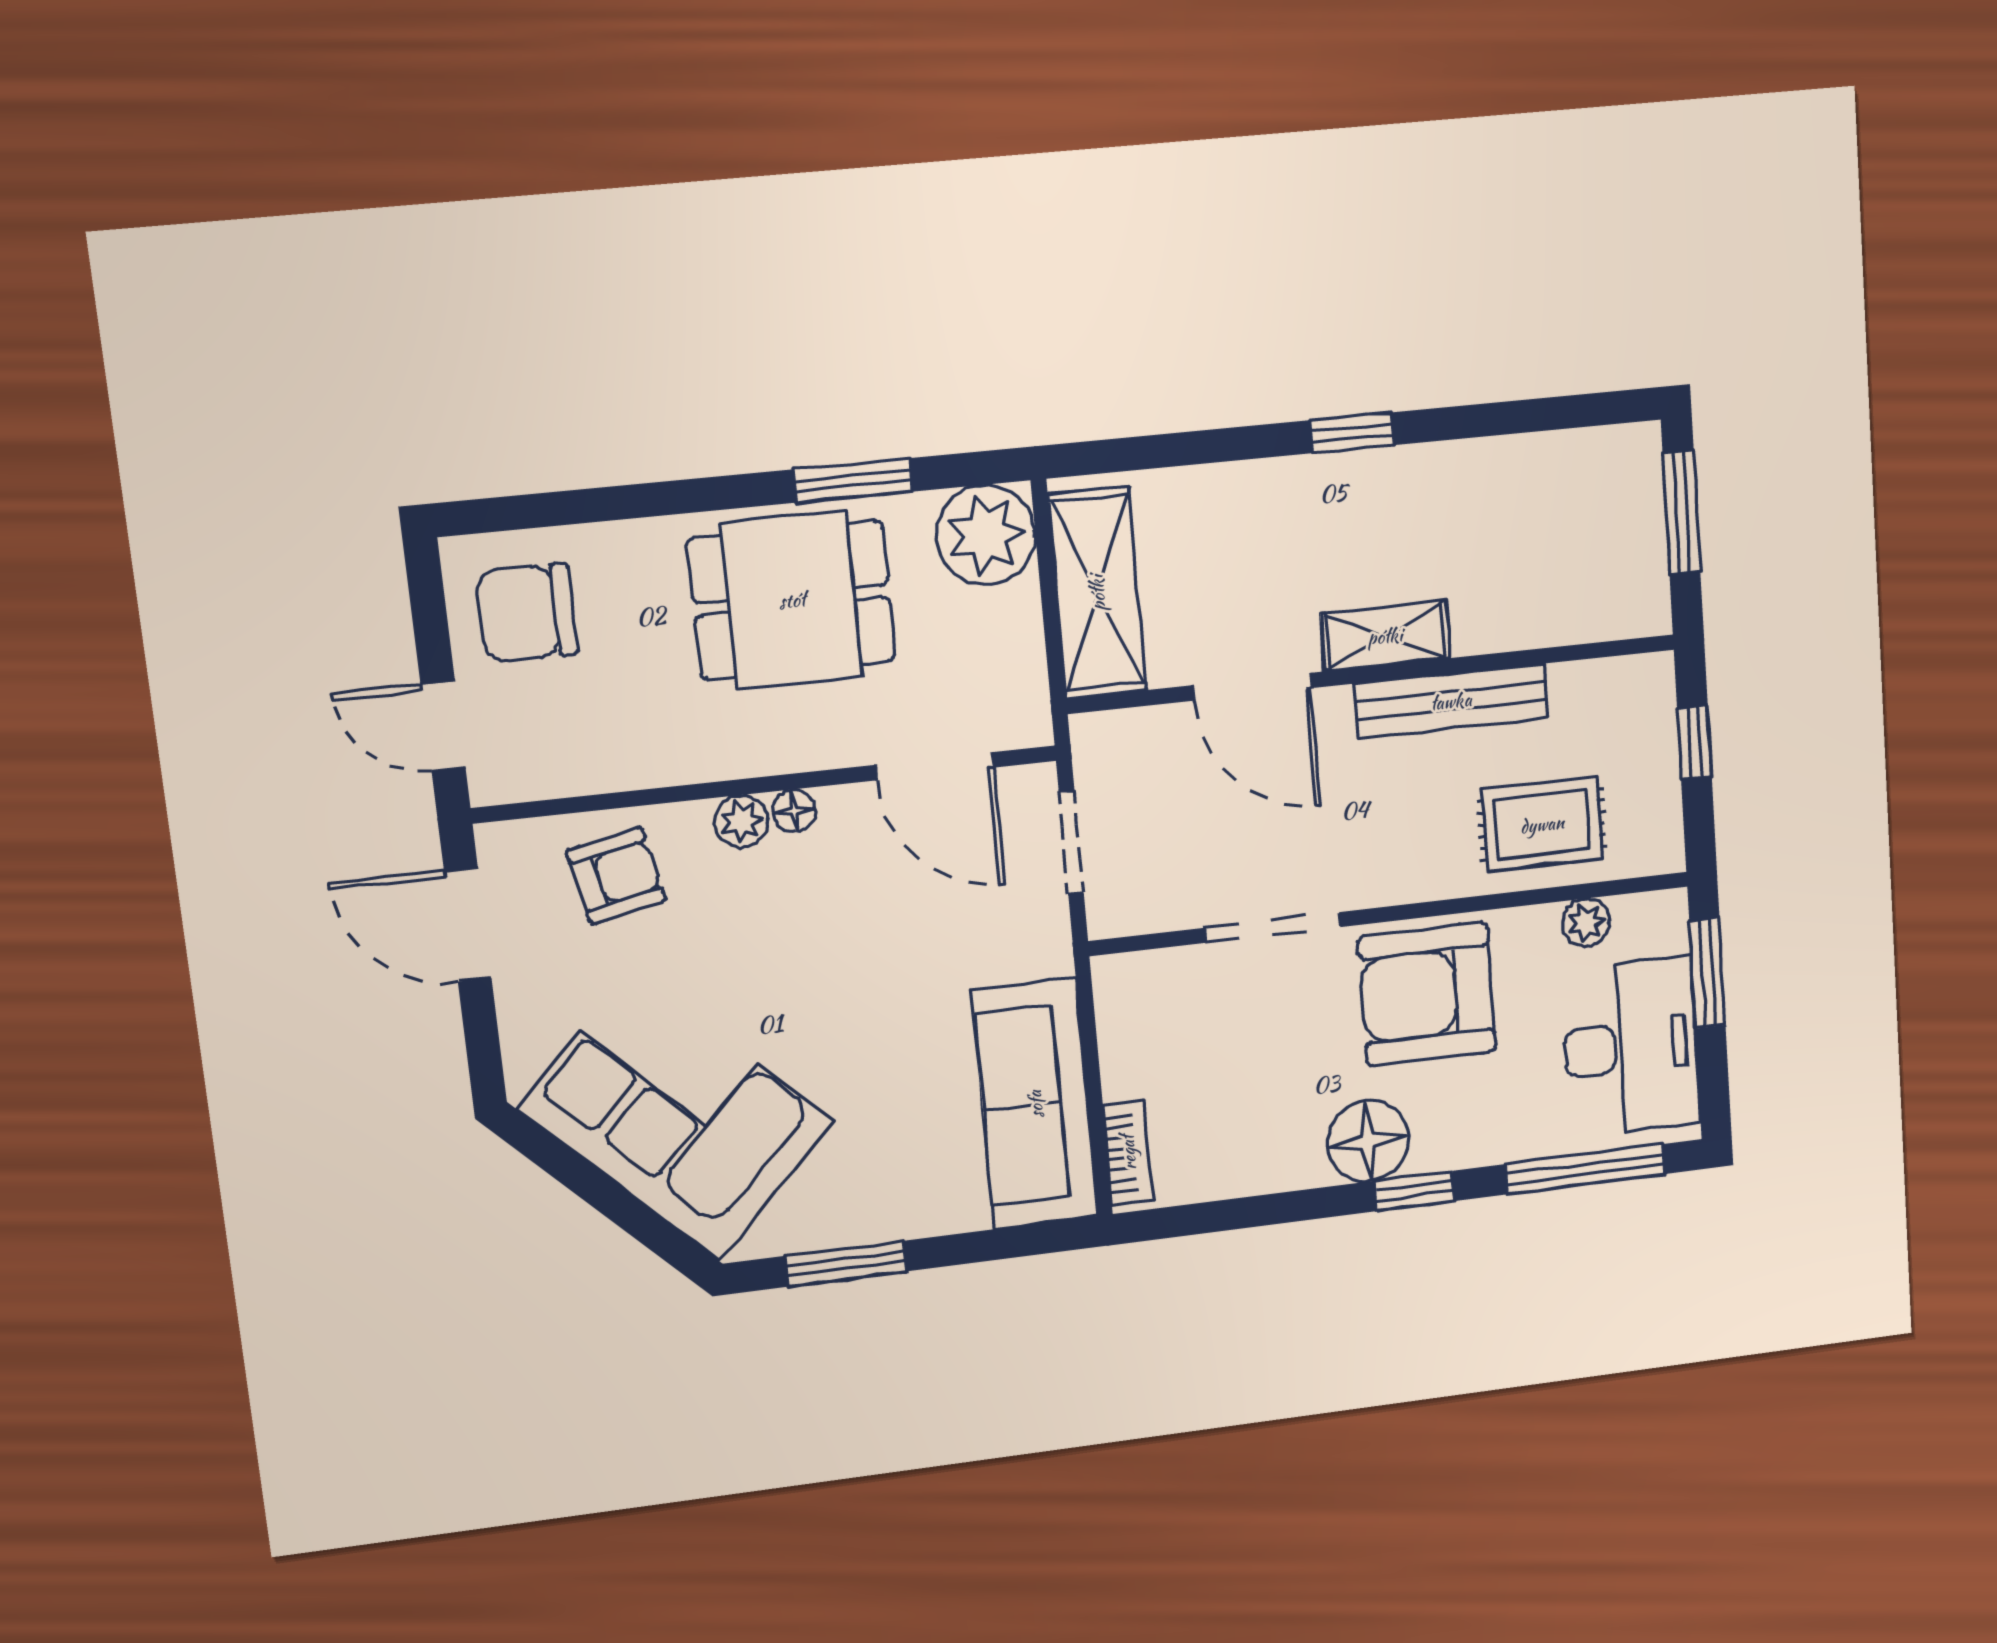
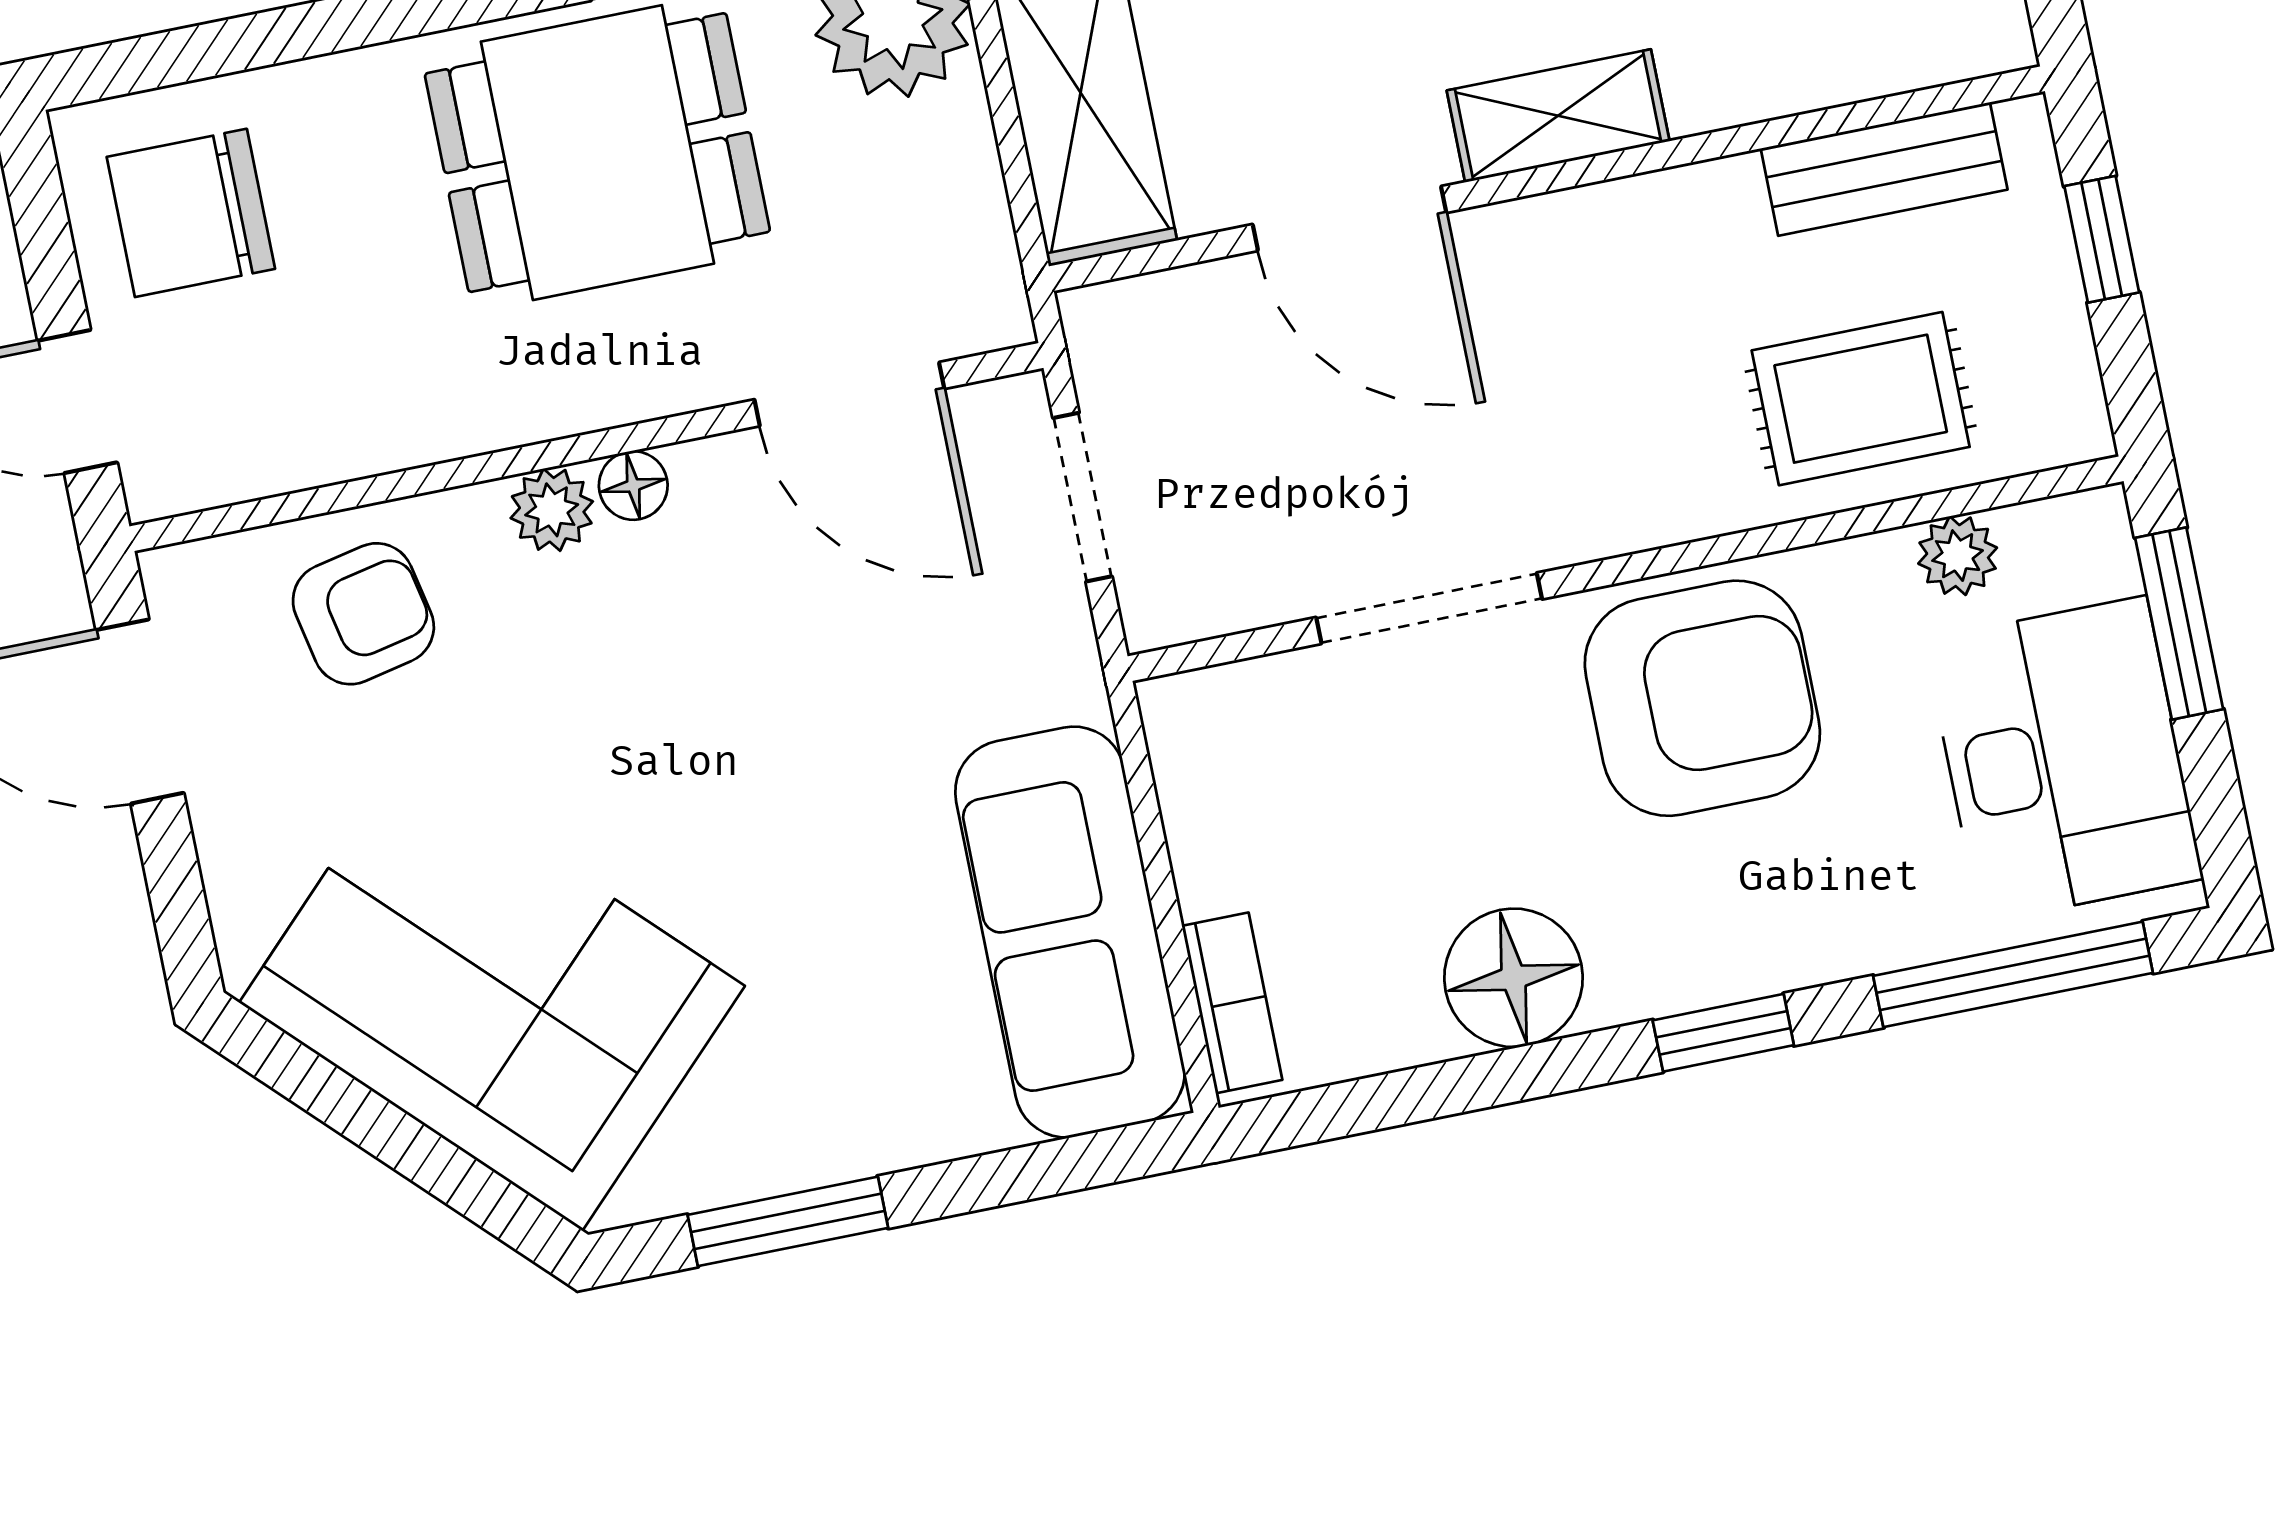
bench: (1451, 701) -> (1884, 169), moved, width x0.73
armchair: (1427, 994) -> (1702, 698), turned 180
floor lamp: (1368, 1141) -> (1513, 978), moved

